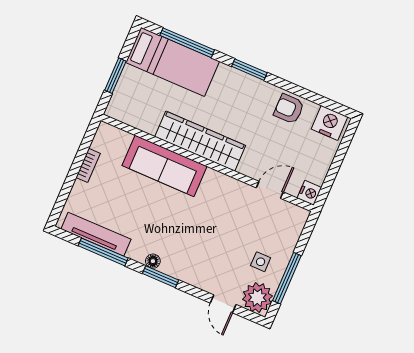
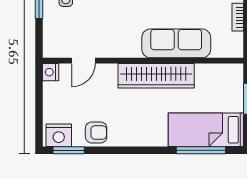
window: (249, 70) -> (69, 150), moved

